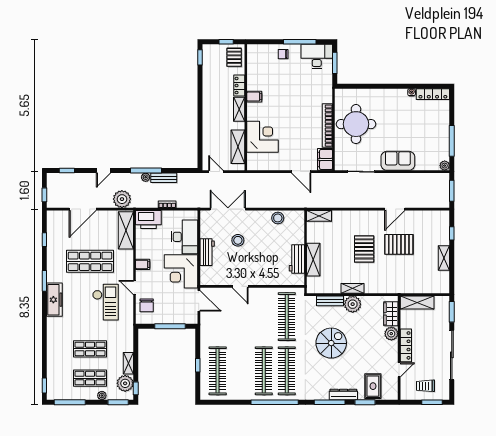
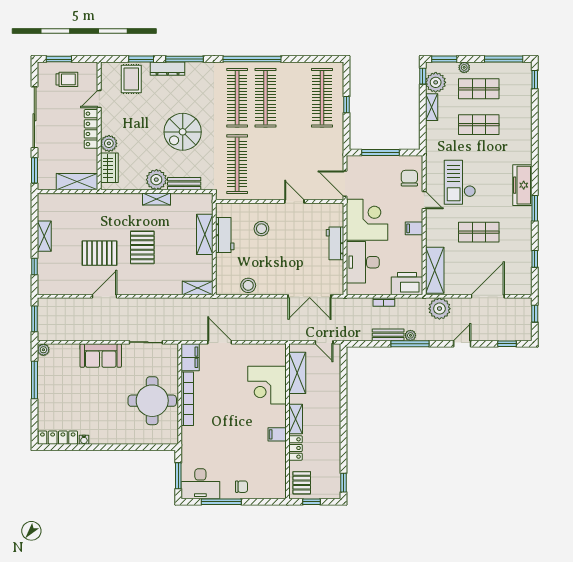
stool: (238, 240) -> (261, 229), moved
shop shelf: (90, 261) -> (479, 232), width x0.70, depth x0.74

